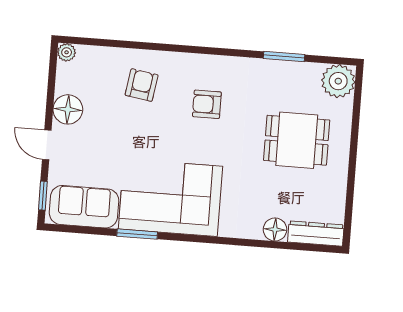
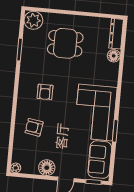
dining table: (297, 140) -> (65, 43), turned 90

